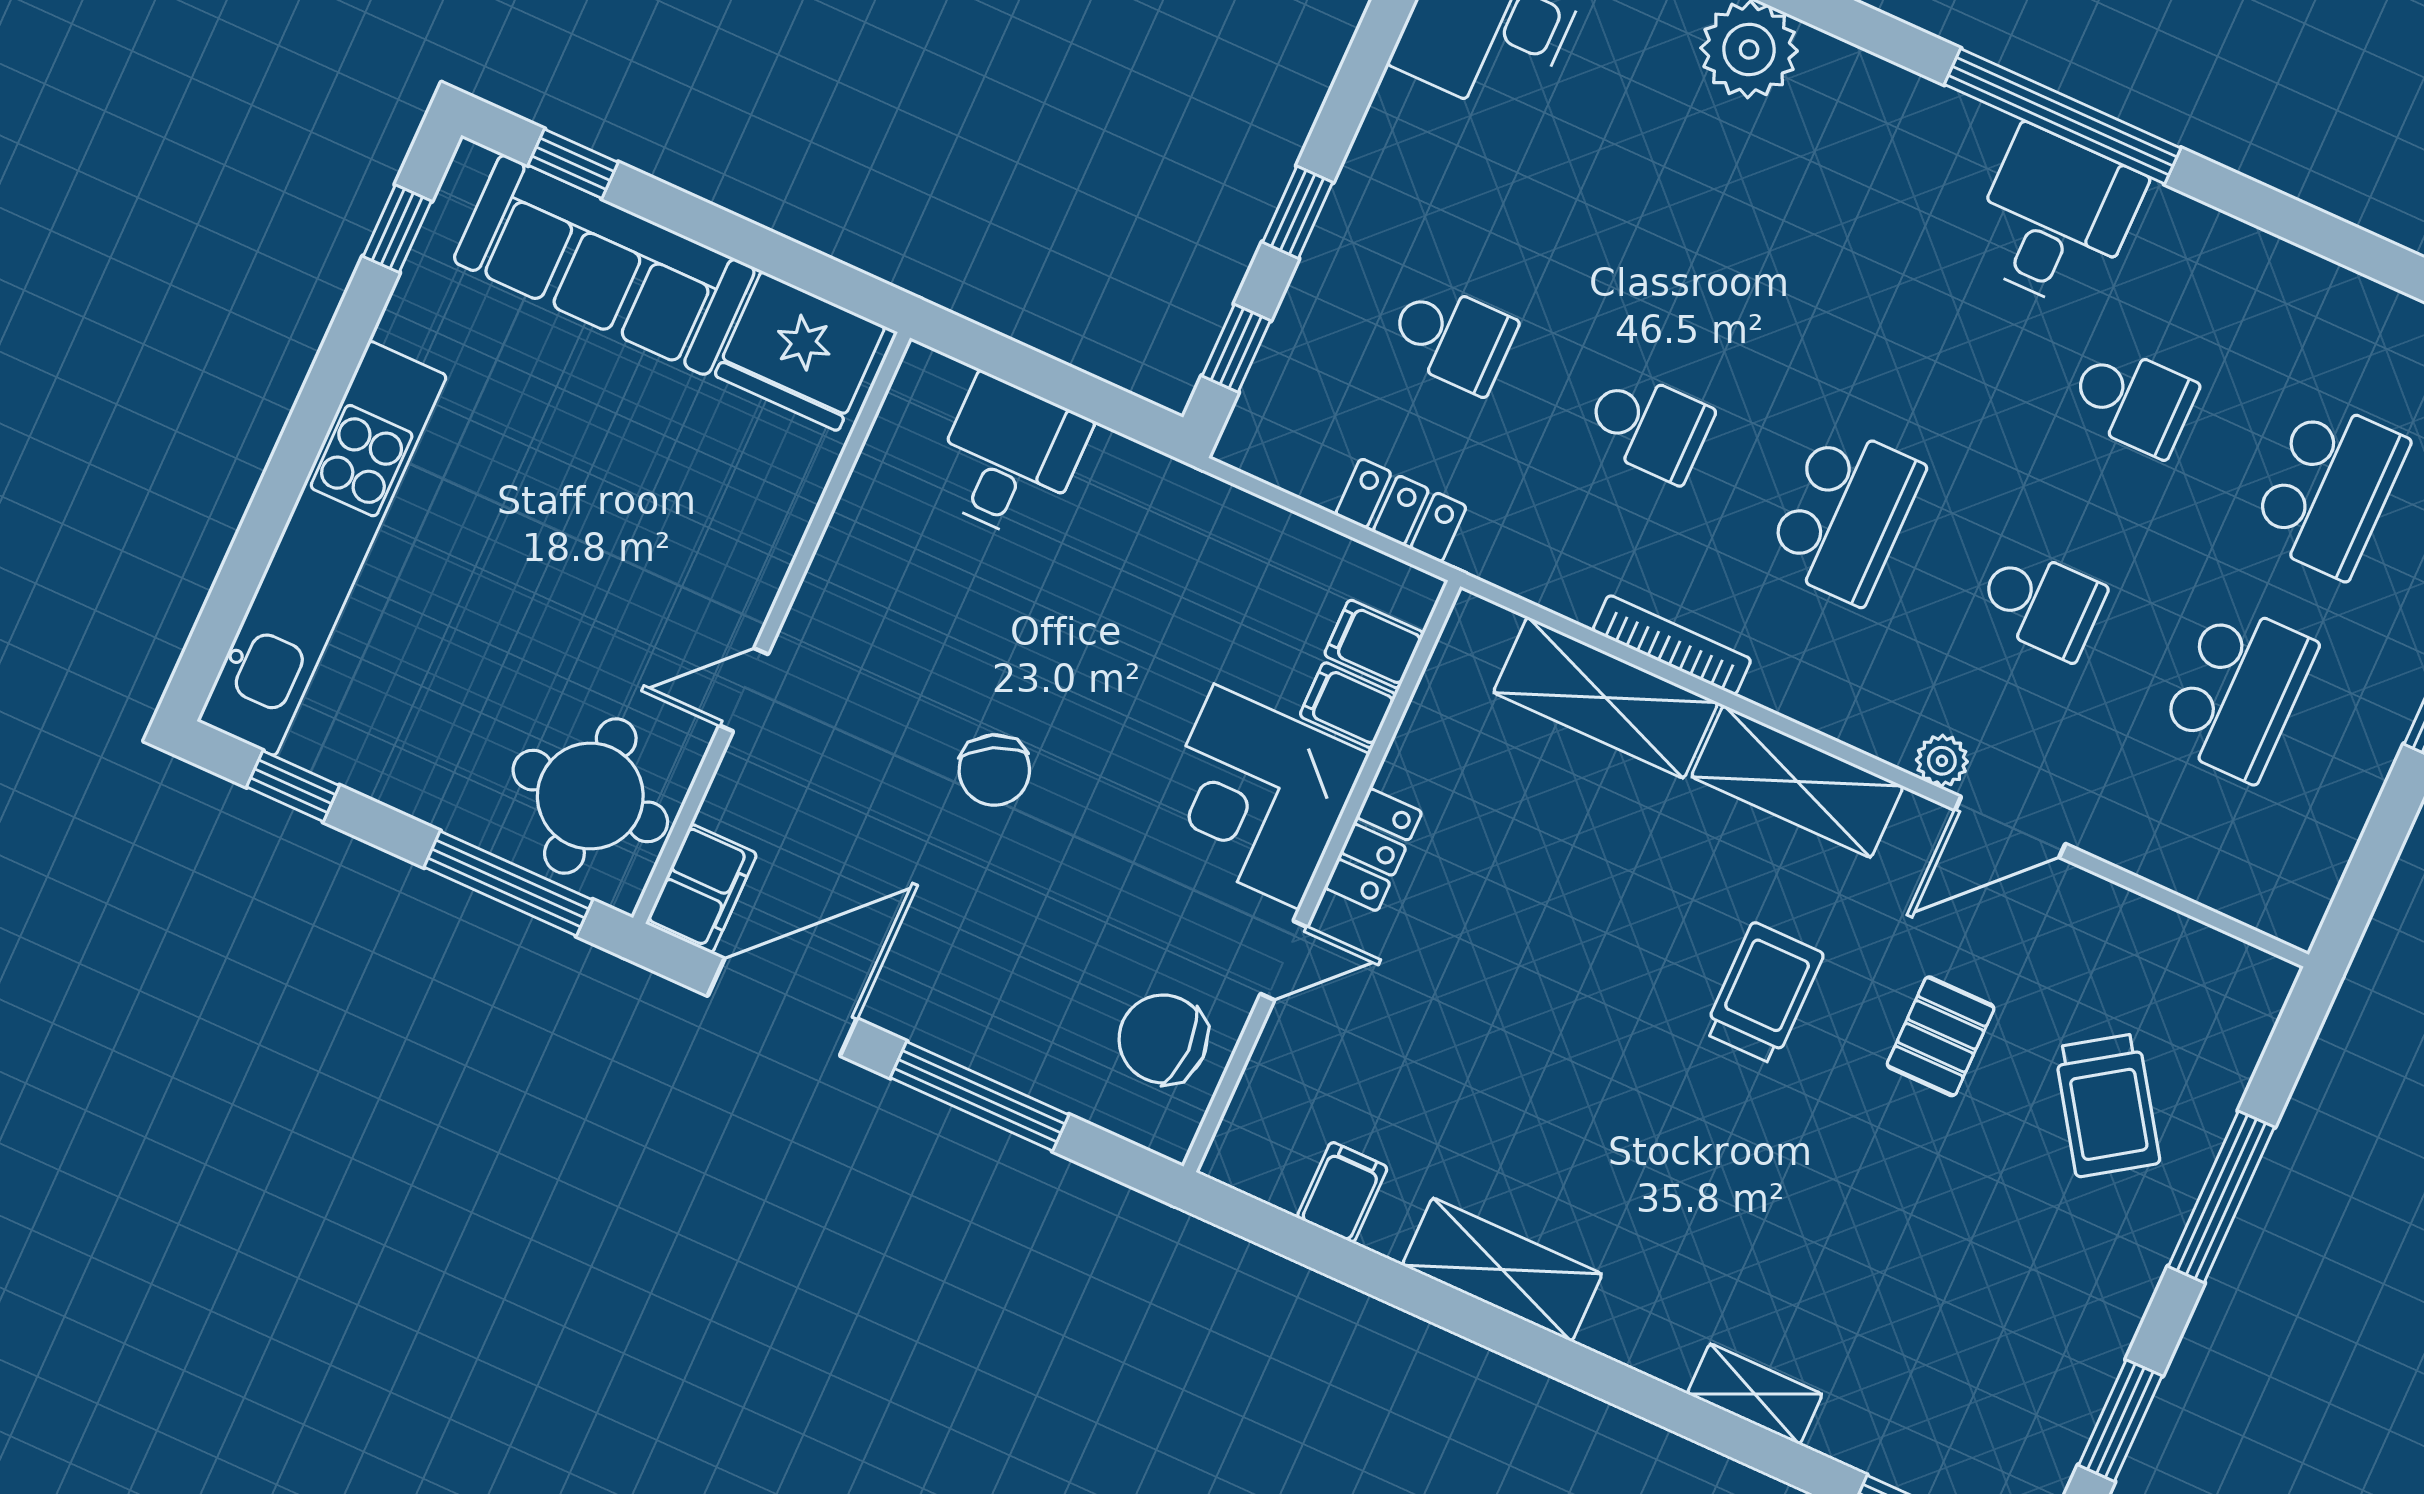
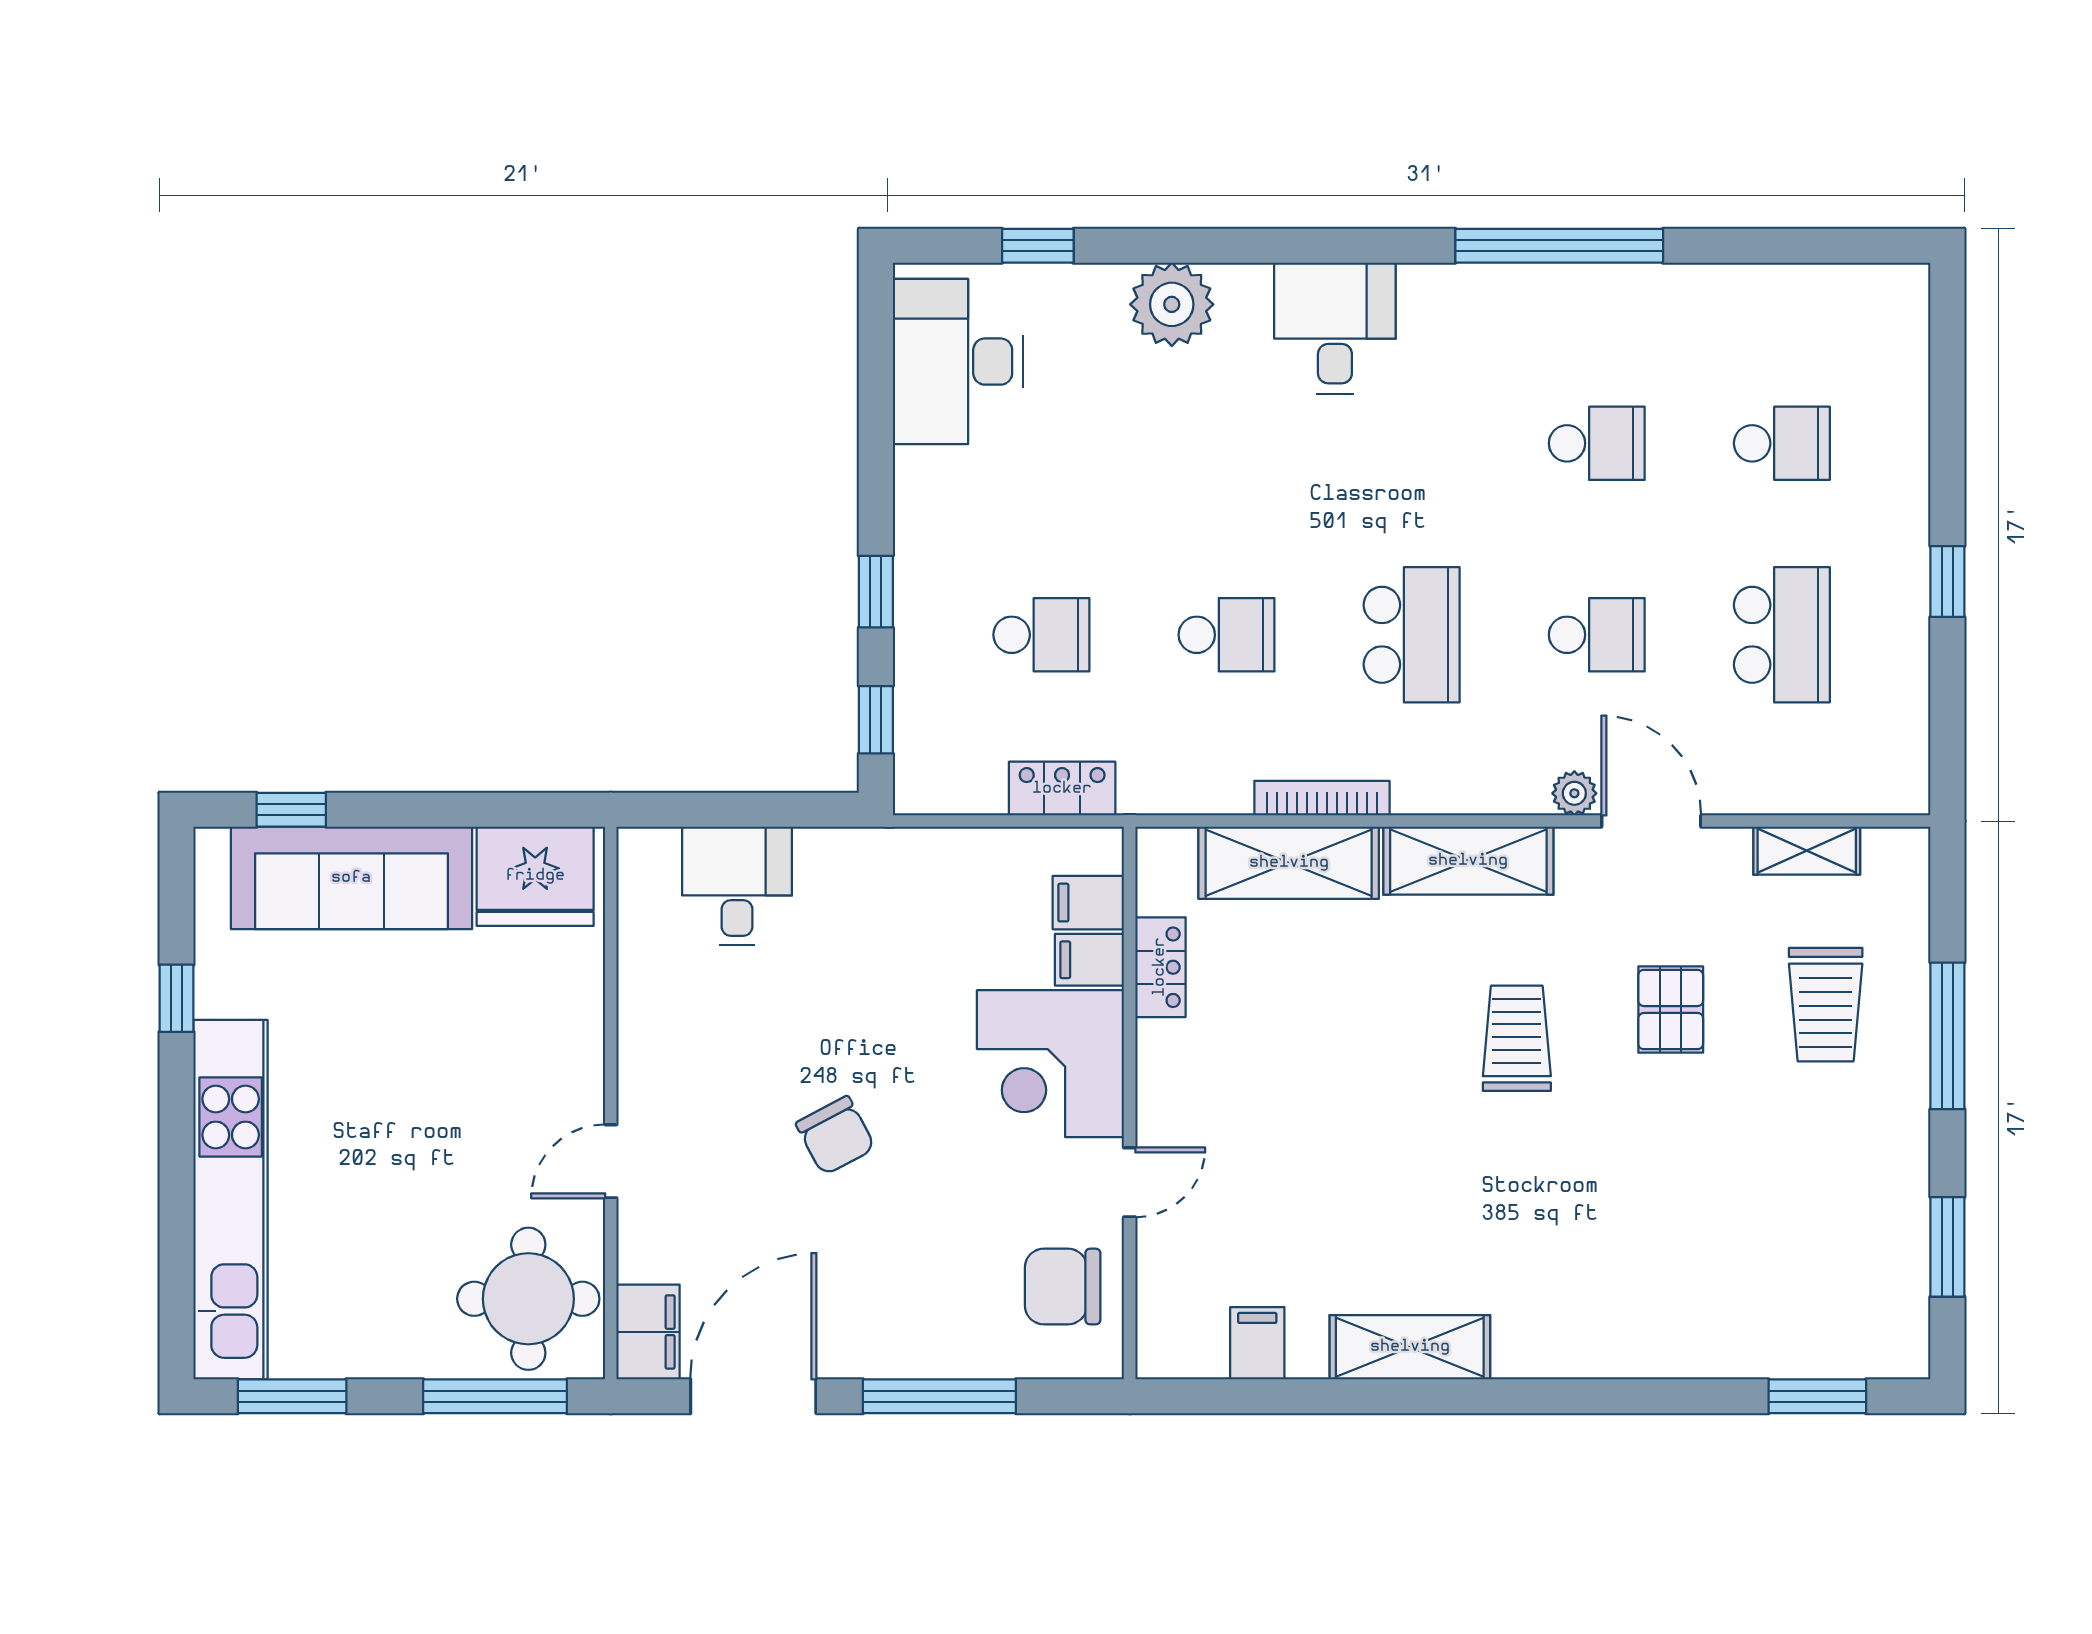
window: (2063, 116) -> (1559, 246), moved
desk: (2056, 218) -> (1335, 328), moved
window: (397, 229) -> (177, 998), moved
school desk: (2330, 489) -> (1782, 443), width x0.54
window: (293, 786) -> (292, 1396), width x1.50
door: (2010, 827) -> (1651, 821), swing flipped
locker: (1373, 850) -> (1160, 967), moved
trolley: (2107, 1105) -> (1826, 1005), turned 34
shelving: (1755, 1394) -> (1807, 851), moved

